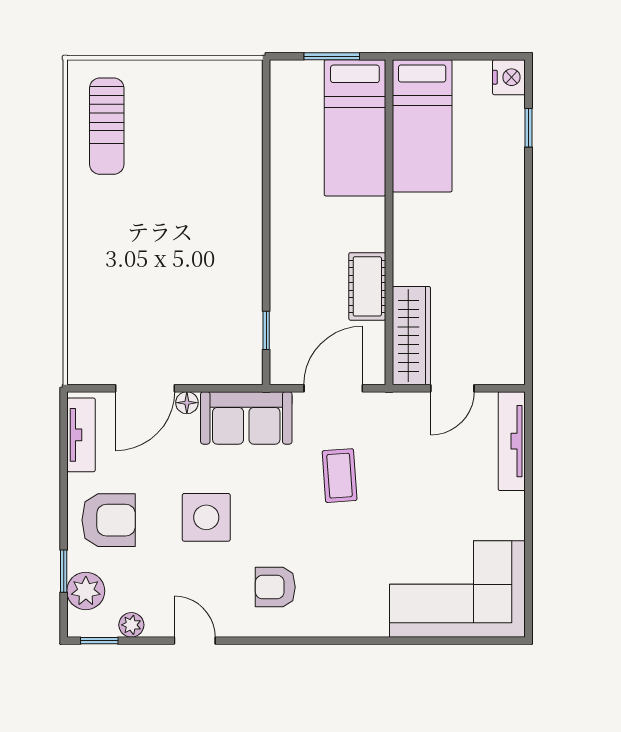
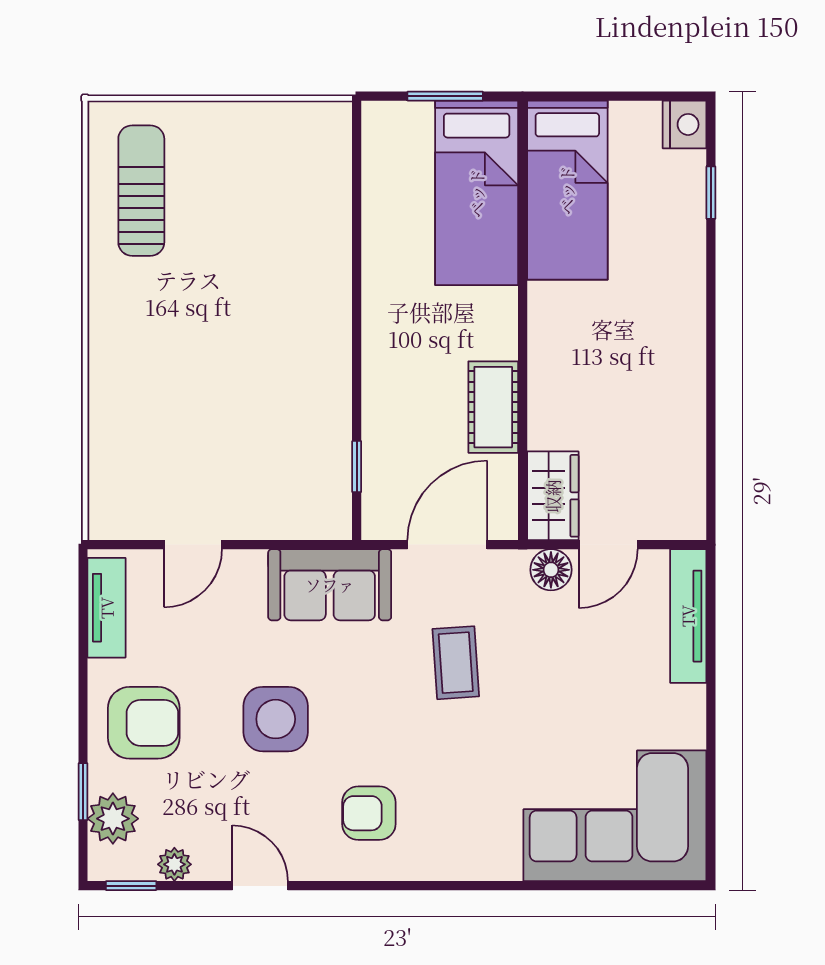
sun lounger: (107, 126) -> (141, 191), turned 180
wardrobe: (411, 336) -> (553, 496), width x0.67
door: (145, 388) -> (193, 545), width x0.73
floor lamp: (187, 403) -> (551, 570), moved, width x1.37, depth x1.37

